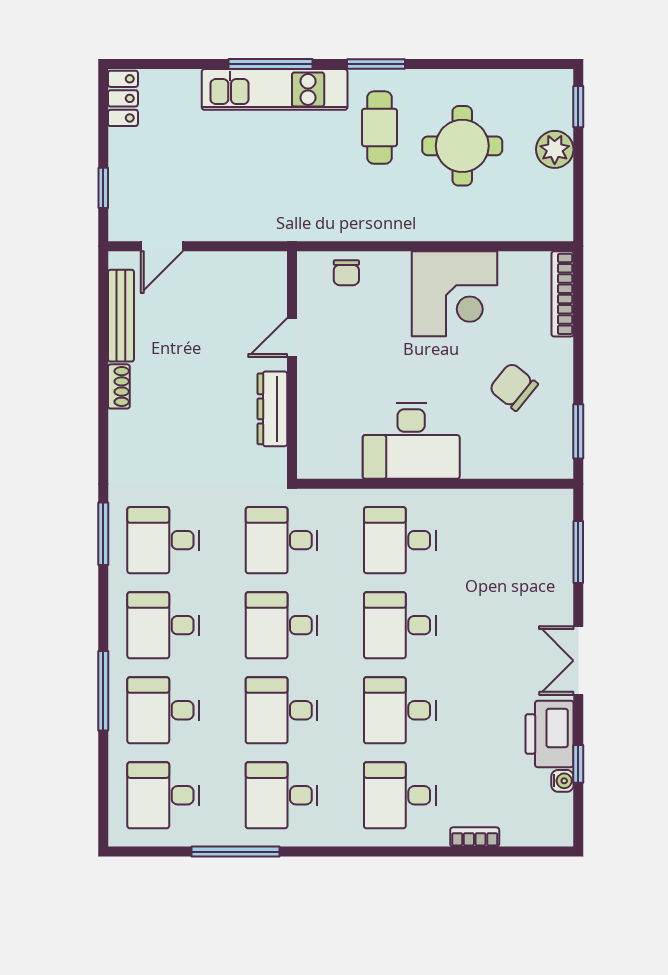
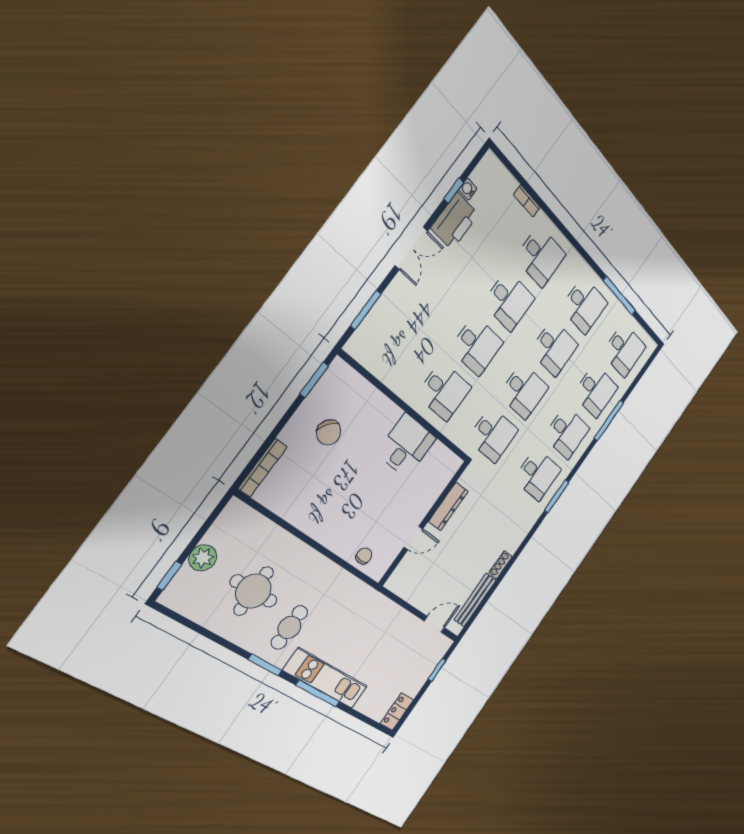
corner desk: (454, 294) -> (320, 508), removed
desk: (411, 441) -> (406, 446), width x0.73

